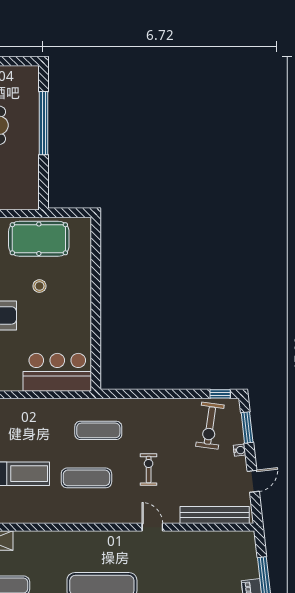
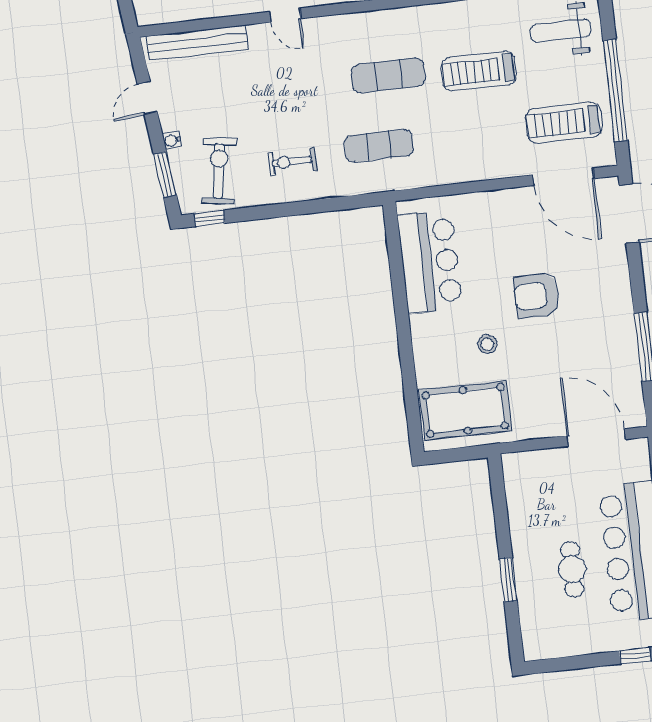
window: (44, 123) -> (508, 580), width x0.47
pool table: (39, 239) -> (465, 410), moved
bar counter: (57, 372) -> (430, 262), moved, turned -90
exercise bike: (149, 470) -> (292, 161), moved, turned 90

